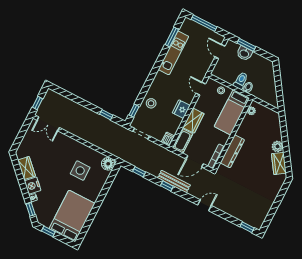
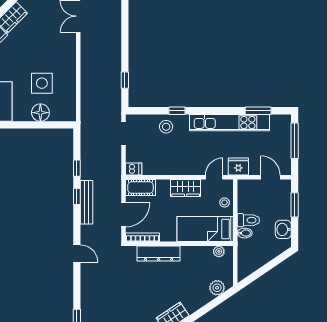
door: (220, 51) -> (271, 177), hinge flipped
kitchen unit: (173, 53) -> (229, 123), width x1.36
washbasin: (244, 53) -> (283, 229), moved
fridge: (181, 109) -> (238, 167), moved
window: (134, 111) -> (177, 111), moved
wardrobe: (193, 121) -> (186, 188), moved
plant: (277, 146) -> (217, 288), moved
door: (195, 161) -> (123, 215), swing flipped
floor lamp: (108, 164) -> (40, 113), moved
window: (139, 172) -> (77, 168), moved

